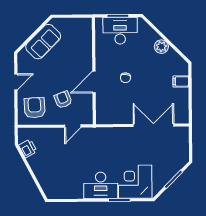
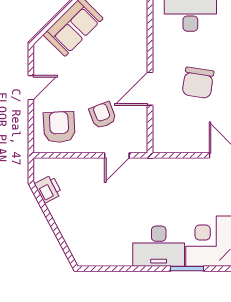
chair: (125, 78) -> (198, 83), width x1.87, depth x1.87

